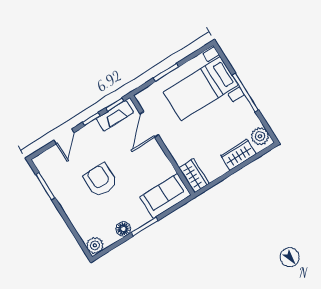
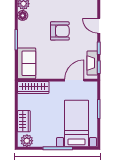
door: (149, 124) -> (74, 80), hinge flipped
wardrobe: (194, 176) -> (33, 88), width x1.50
floor lamp: (123, 229) -> (23, 15), moved

